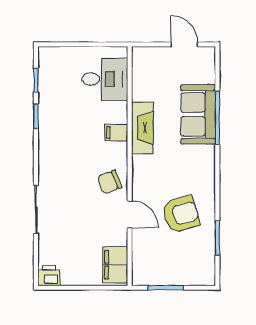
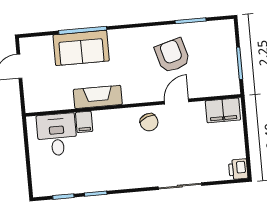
filing cabinet: (116, 133) -> (84, 122), moved

